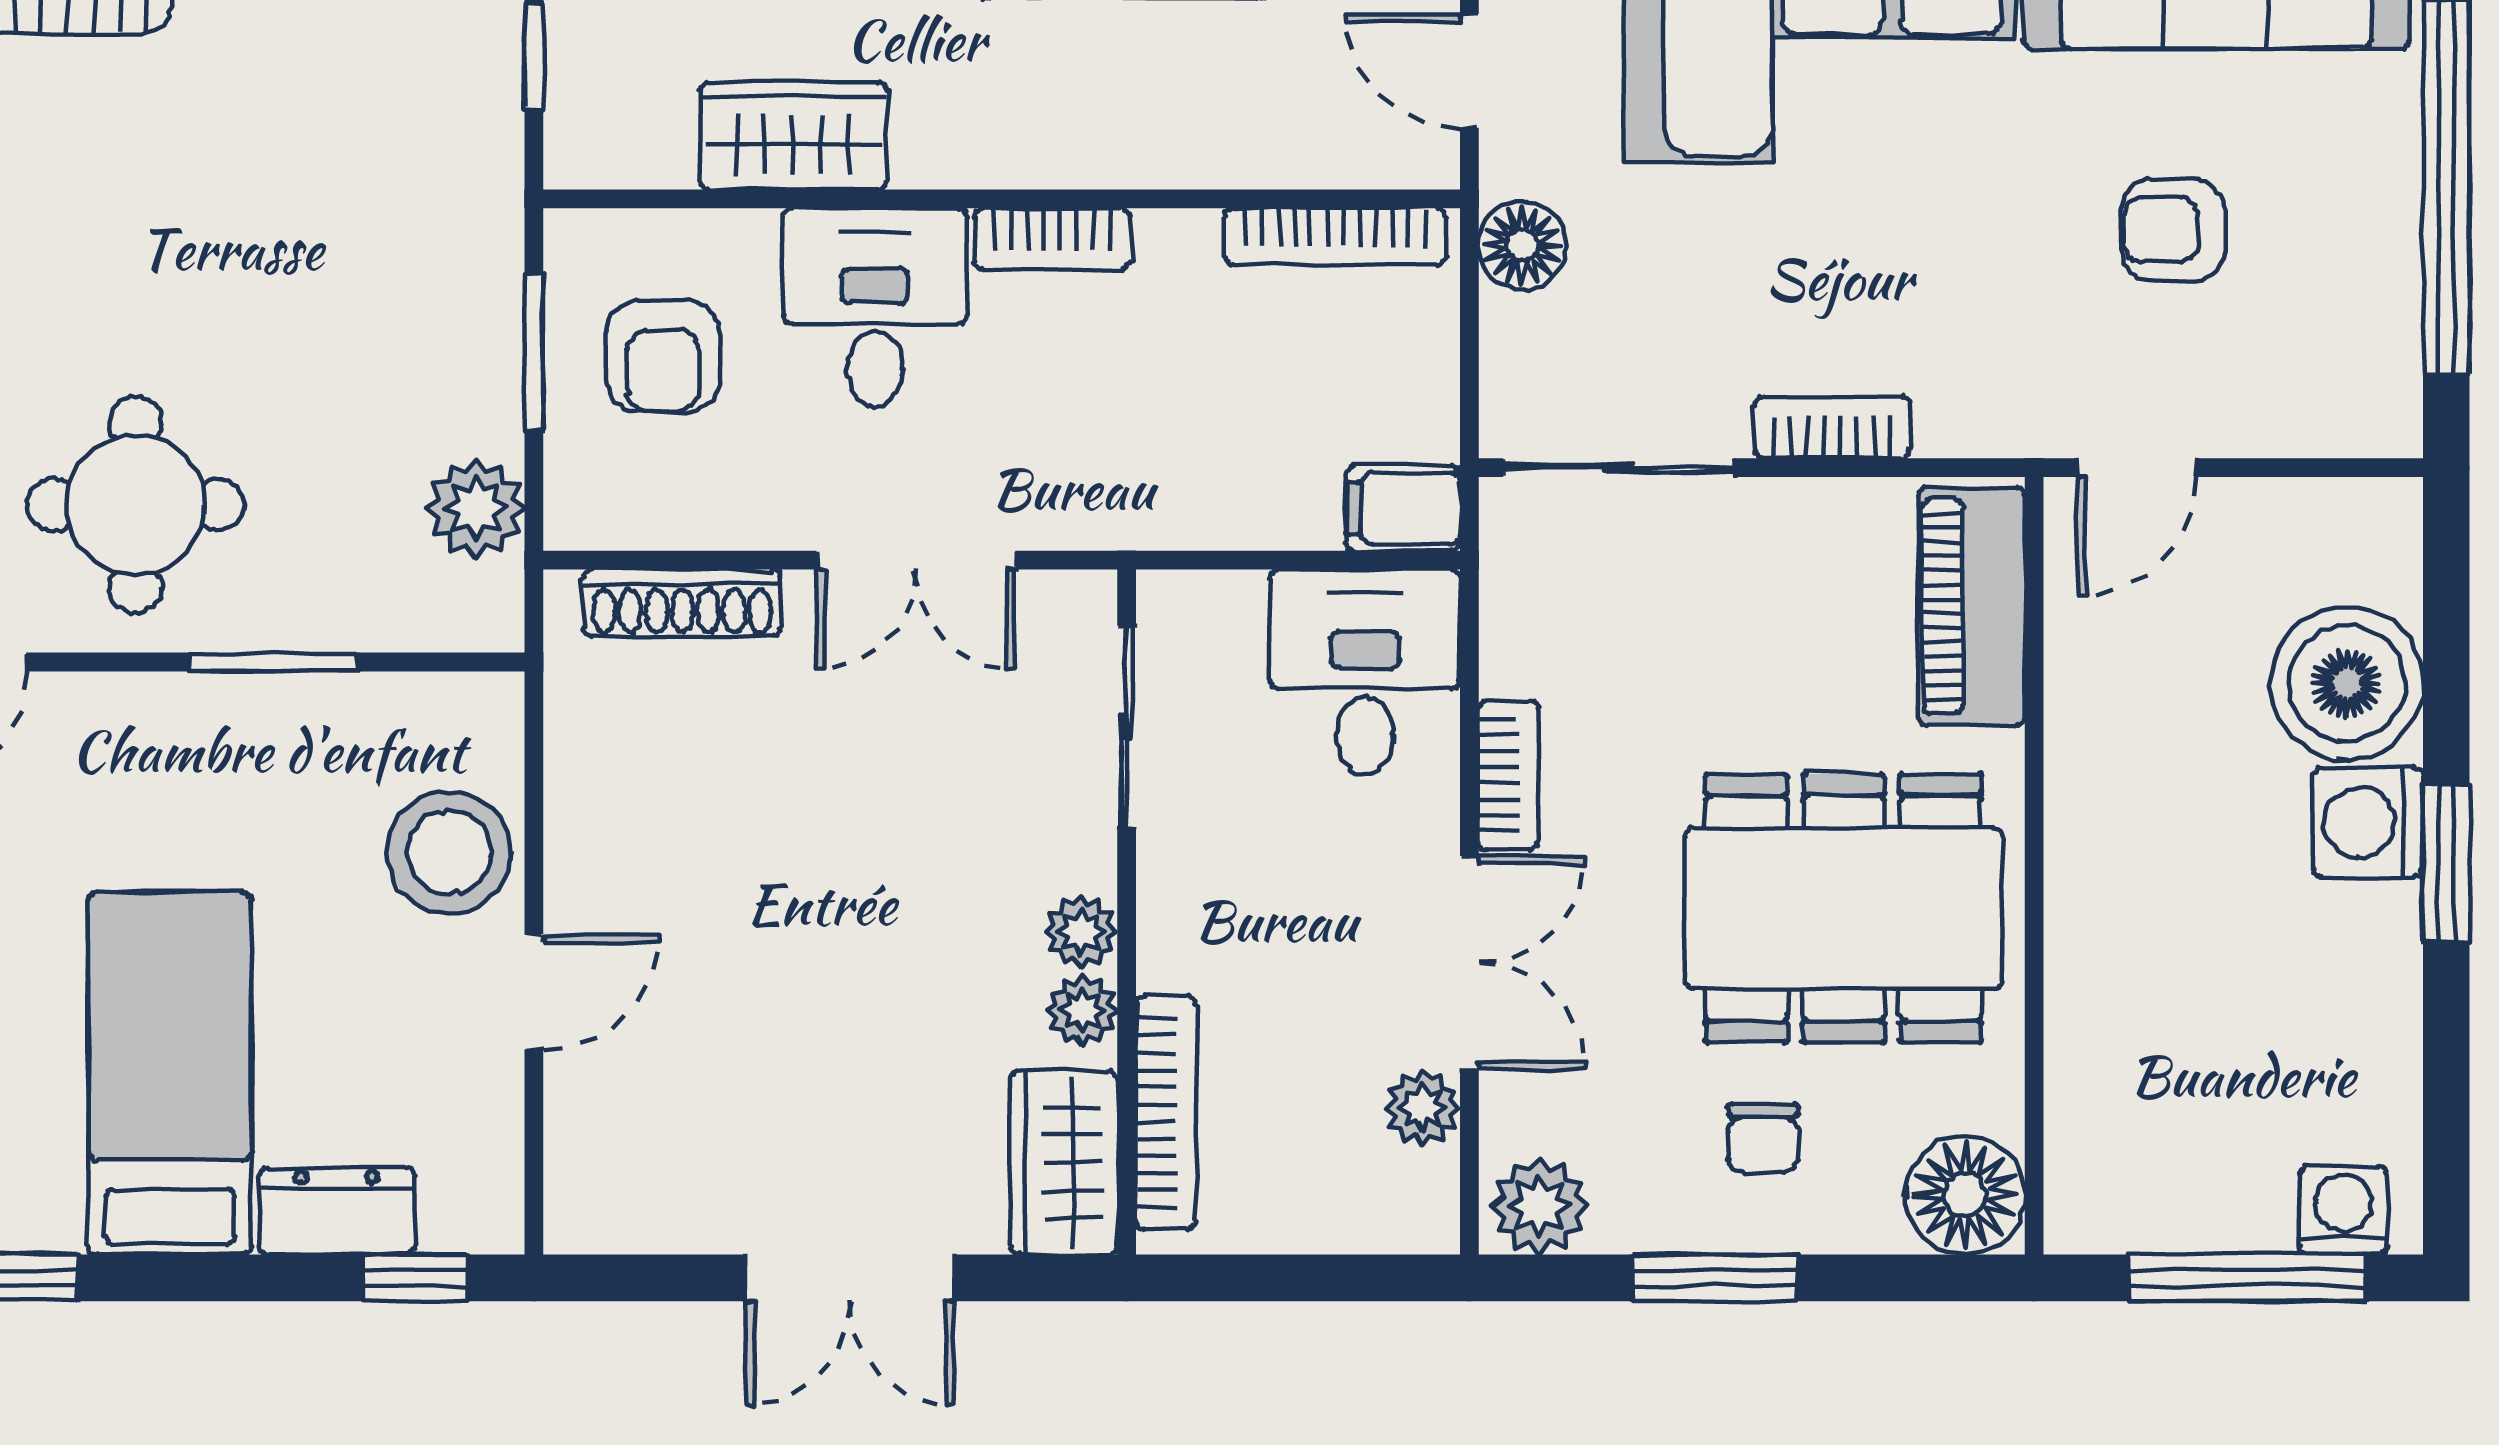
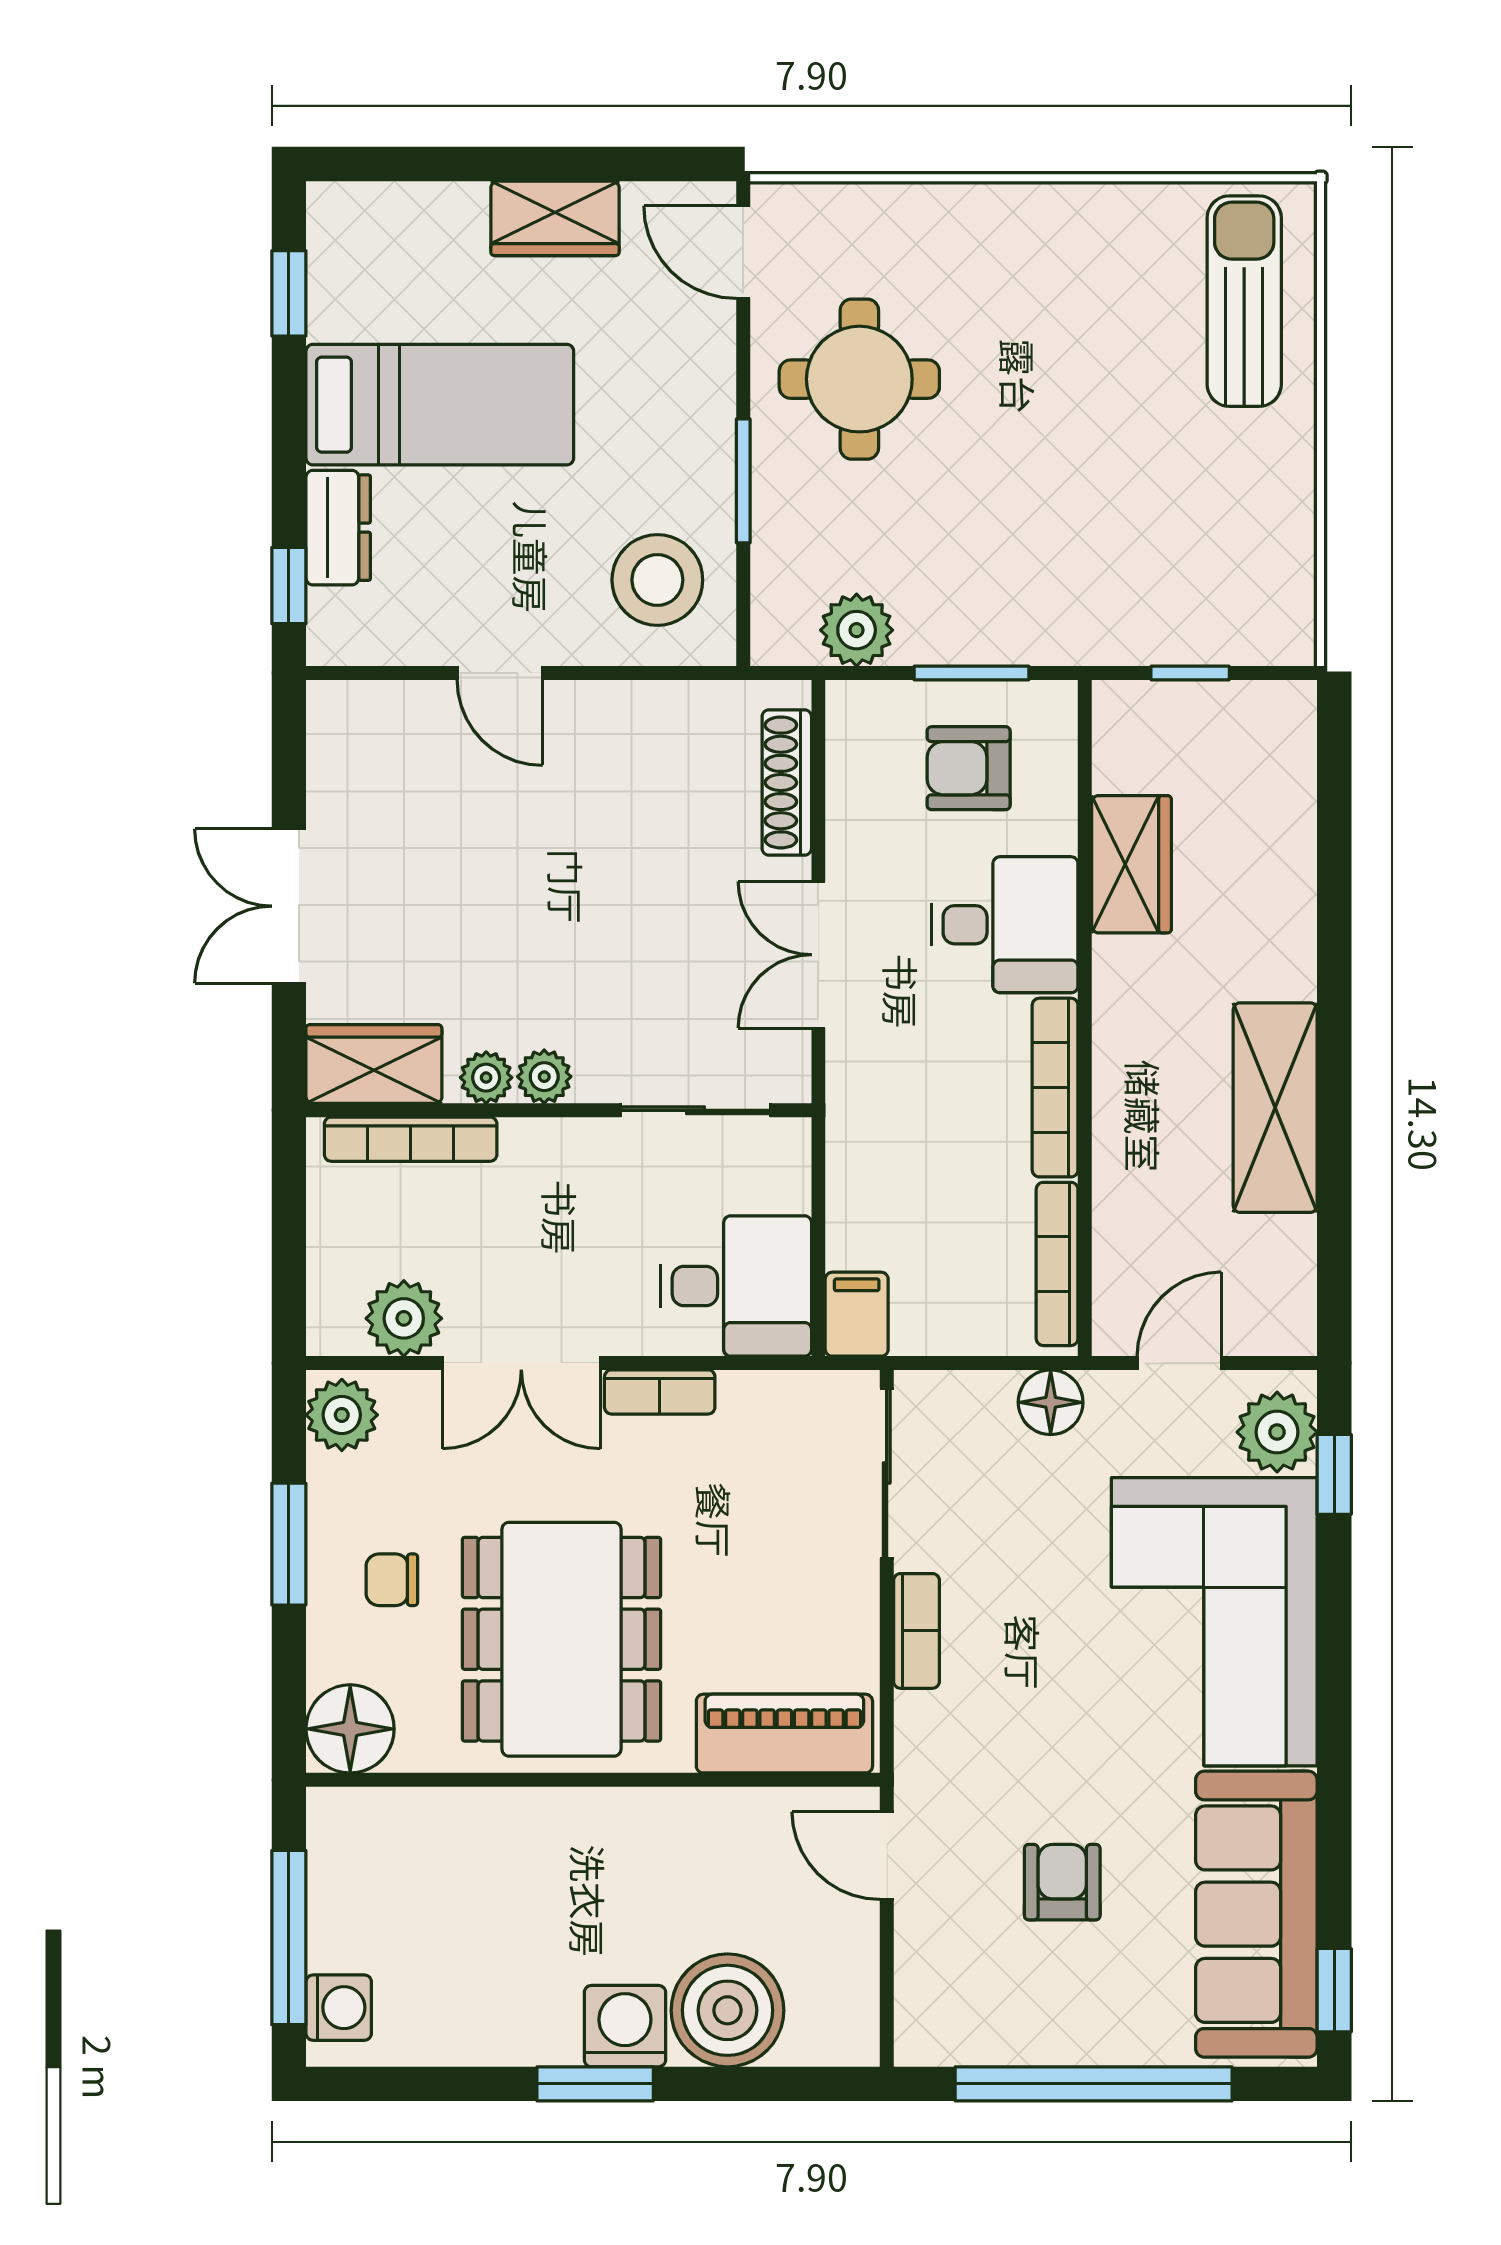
bookcase: (1052, 239) -> (1055, 1088), width x1.56
stool: (449, 852) -> (657, 580), moved
plant: (1423, 1108) -> (404, 1318), width x1.38, depth x1.38

